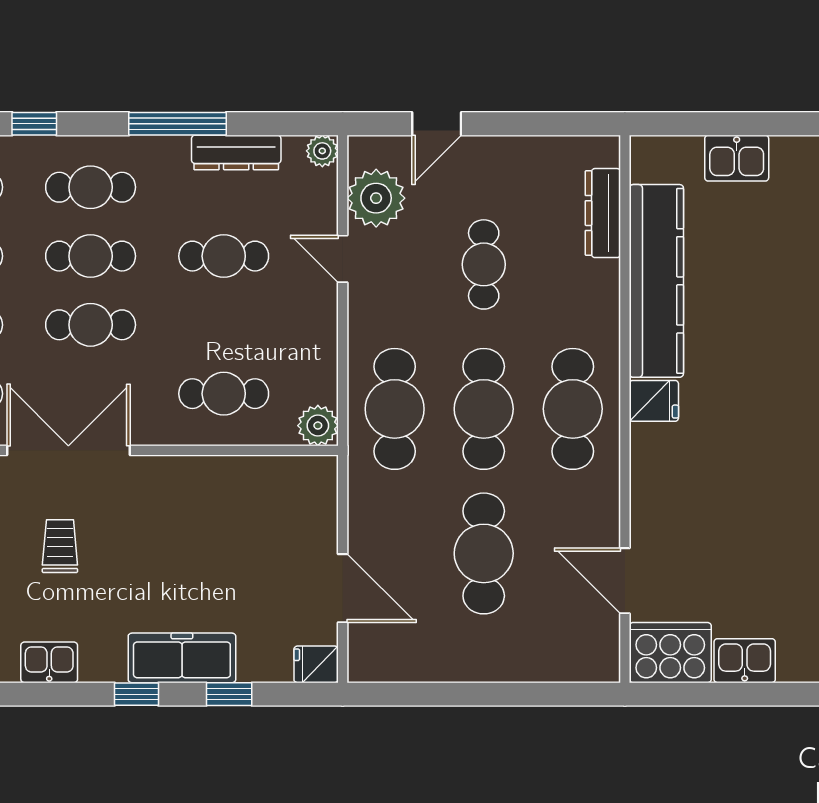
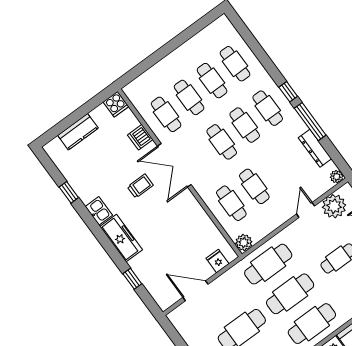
window: (34, 124) -> (288, 92), moved
cafe table: (224, 256) -> (254, 186), moved
double door: (68, 450) -> (174, 165), swing flipped
door: (343, 588) -> (196, 291), swing flipped
freezer: (182, 658) -> (121, 238), moved
fridge: (316, 664) -> (218, 261), moved
window: (136, 694) -> (110, 248), removed

